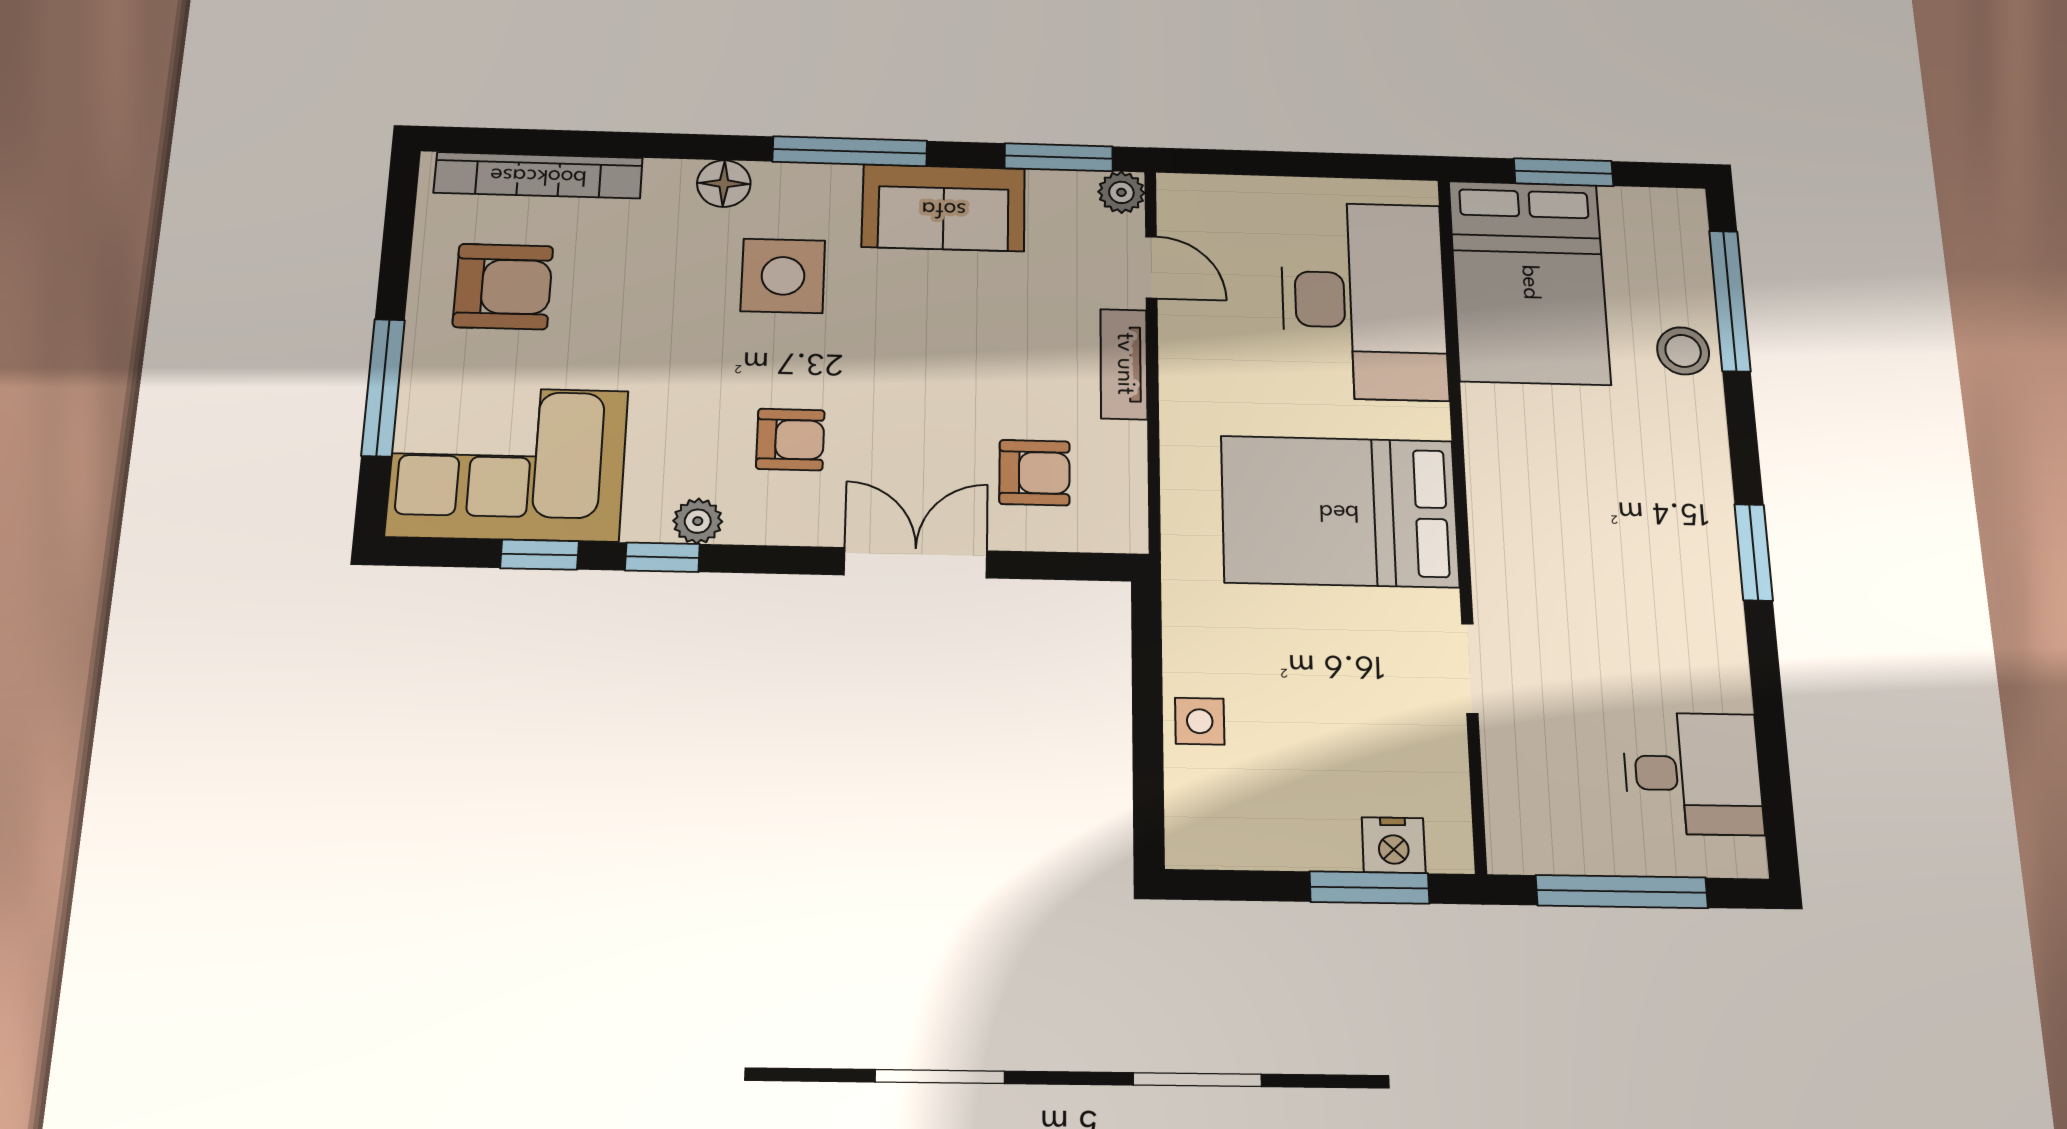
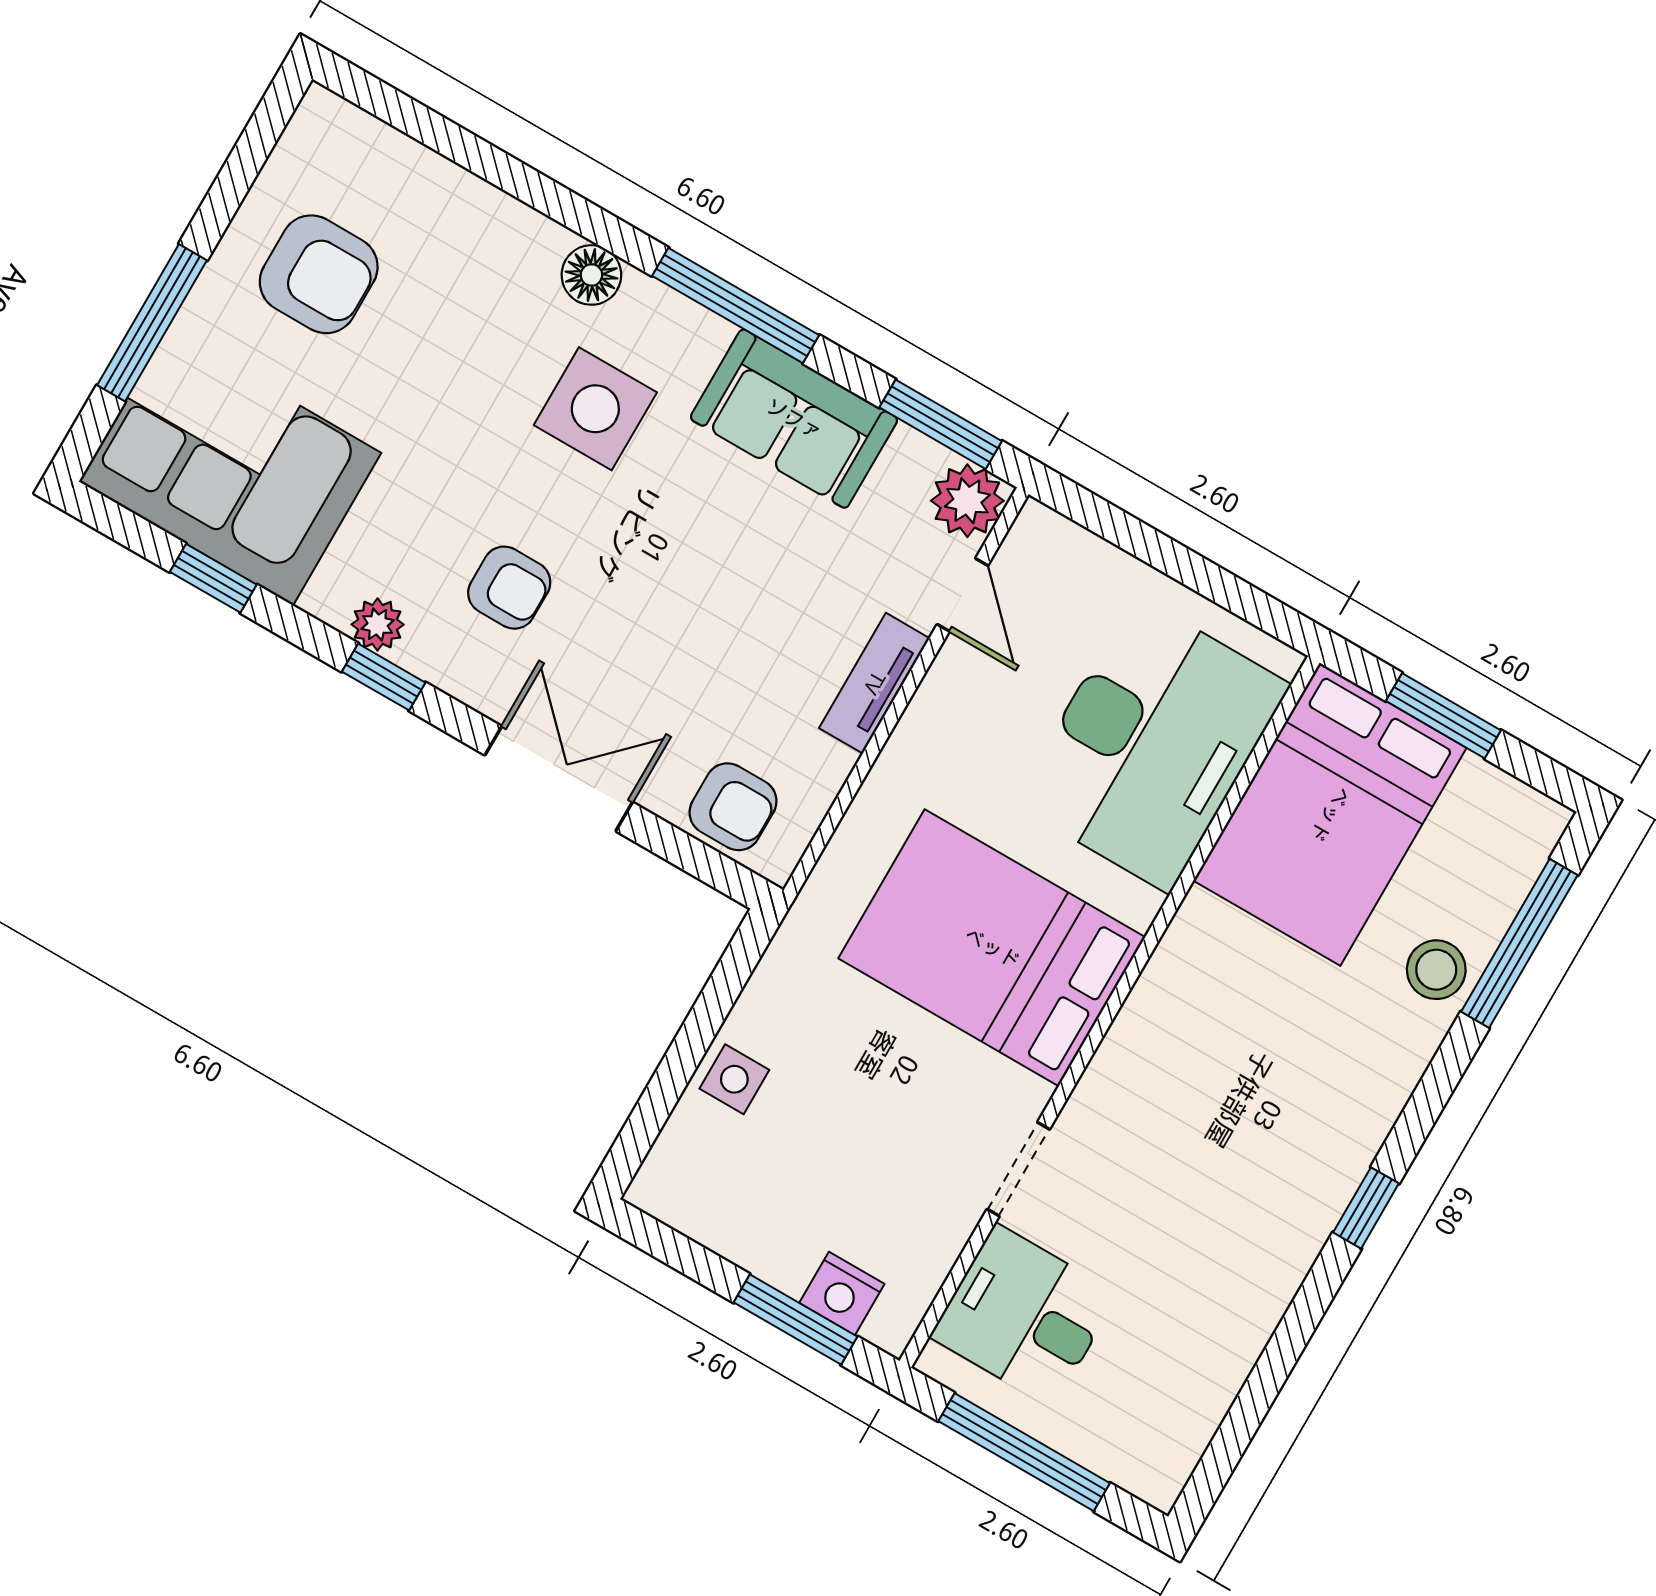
bookcase: (538, 175) -> (414, 168), removed
plant: (1121, 192) -> (967, 501), width x1.38, depth x1.38
armchair: (1034, 473) -> (733, 807), moved
window: (1754, 552) -> (1366, 1208), width x0.67
window: (662, 557) -> (384, 677), moved
desk: (1693, 773) -> (1024, 1315), moved, turned 180

